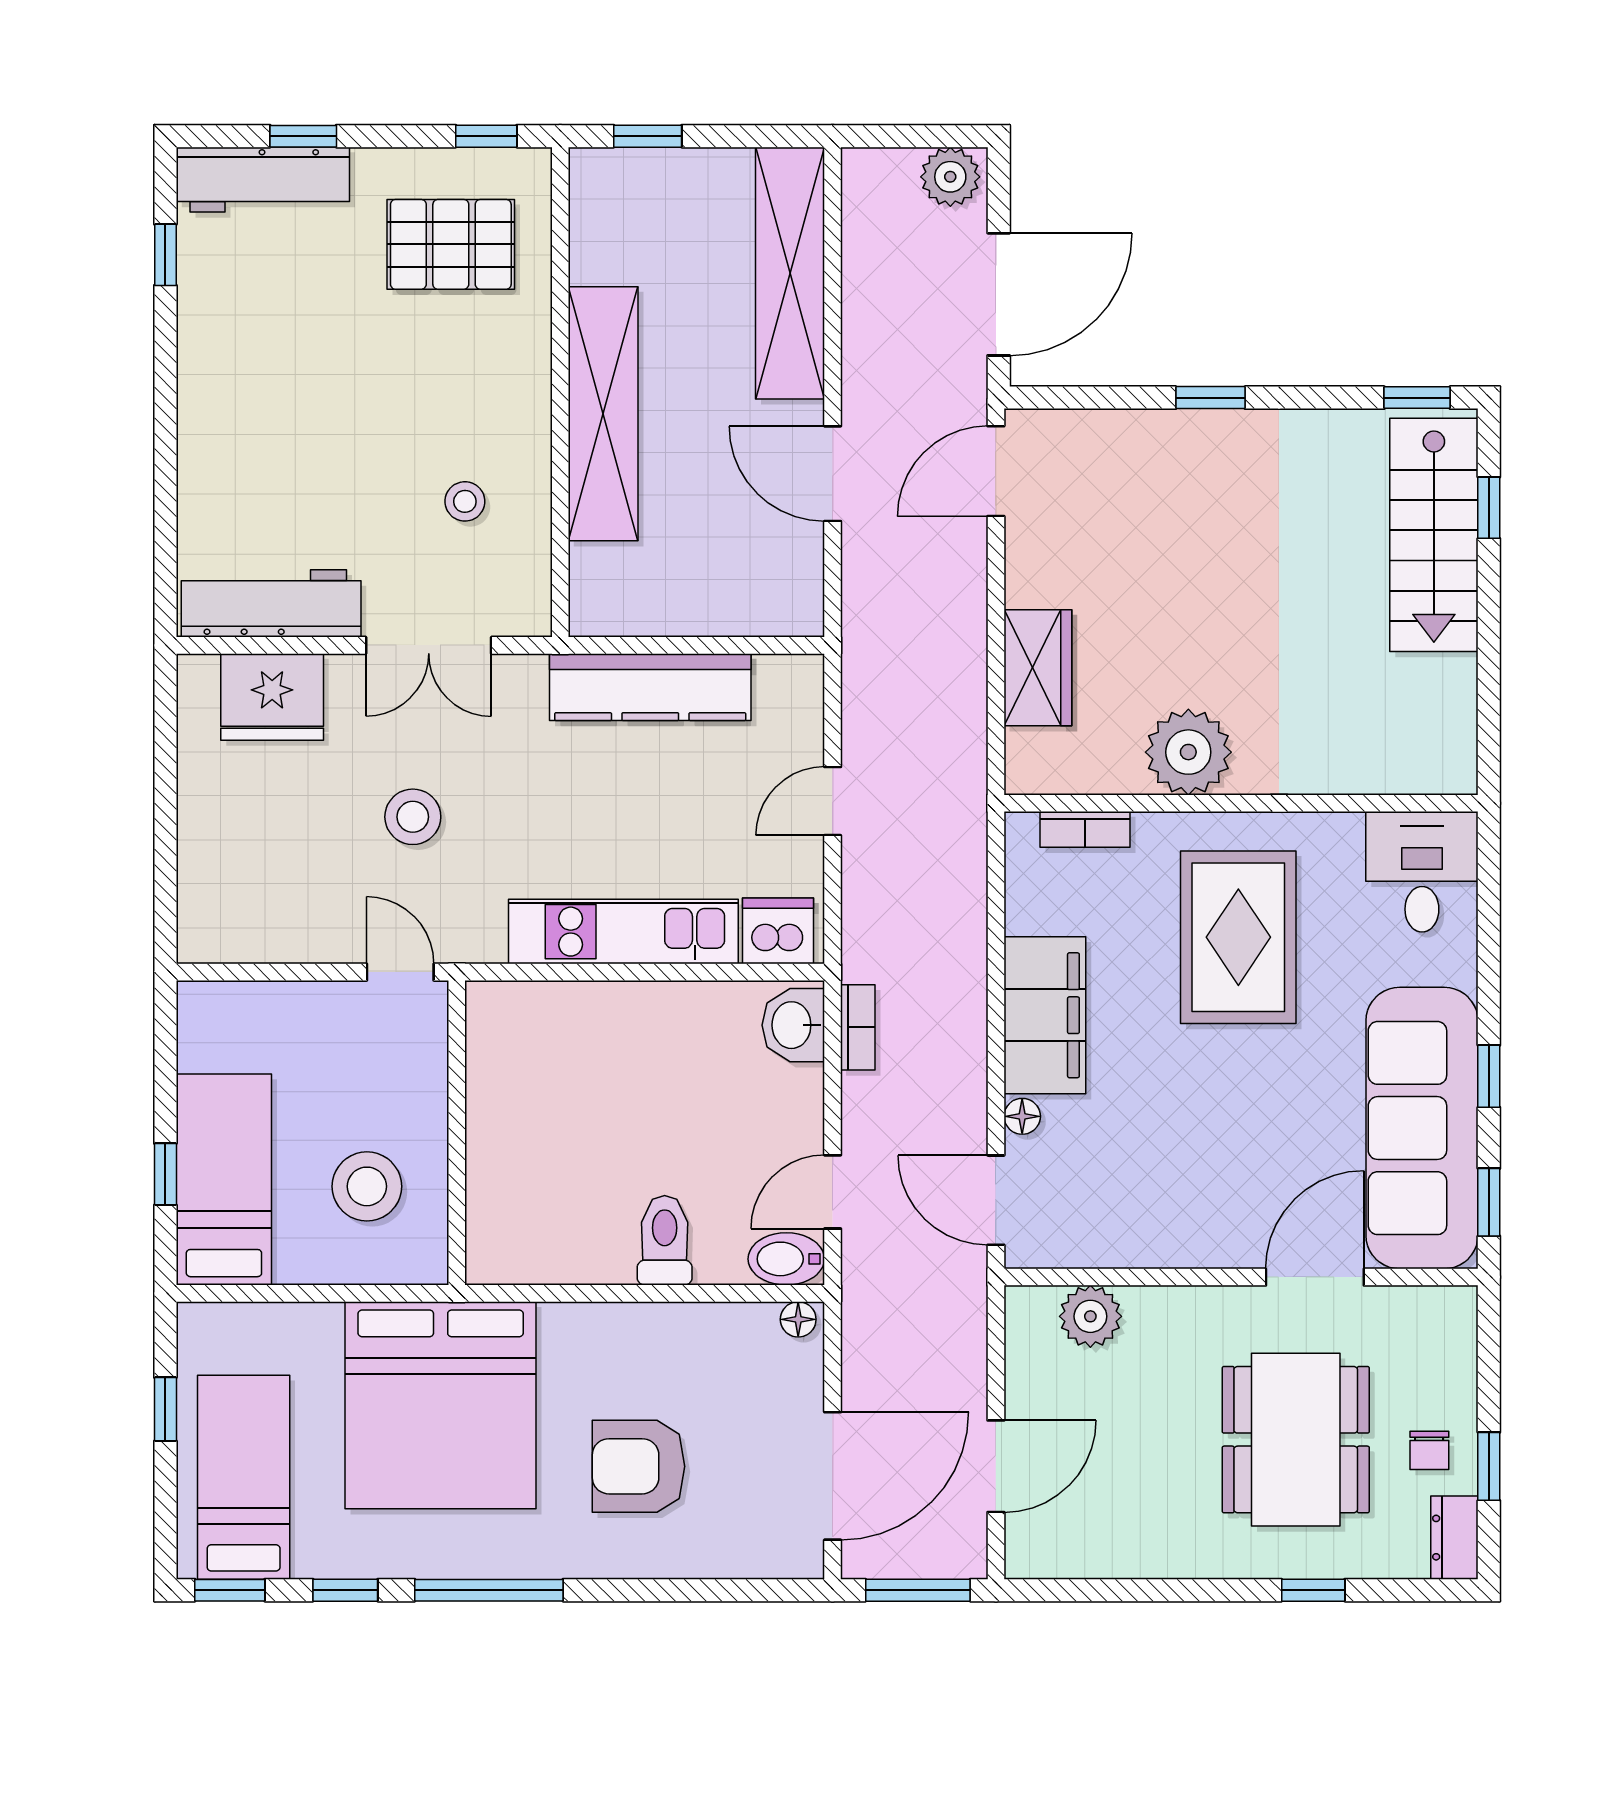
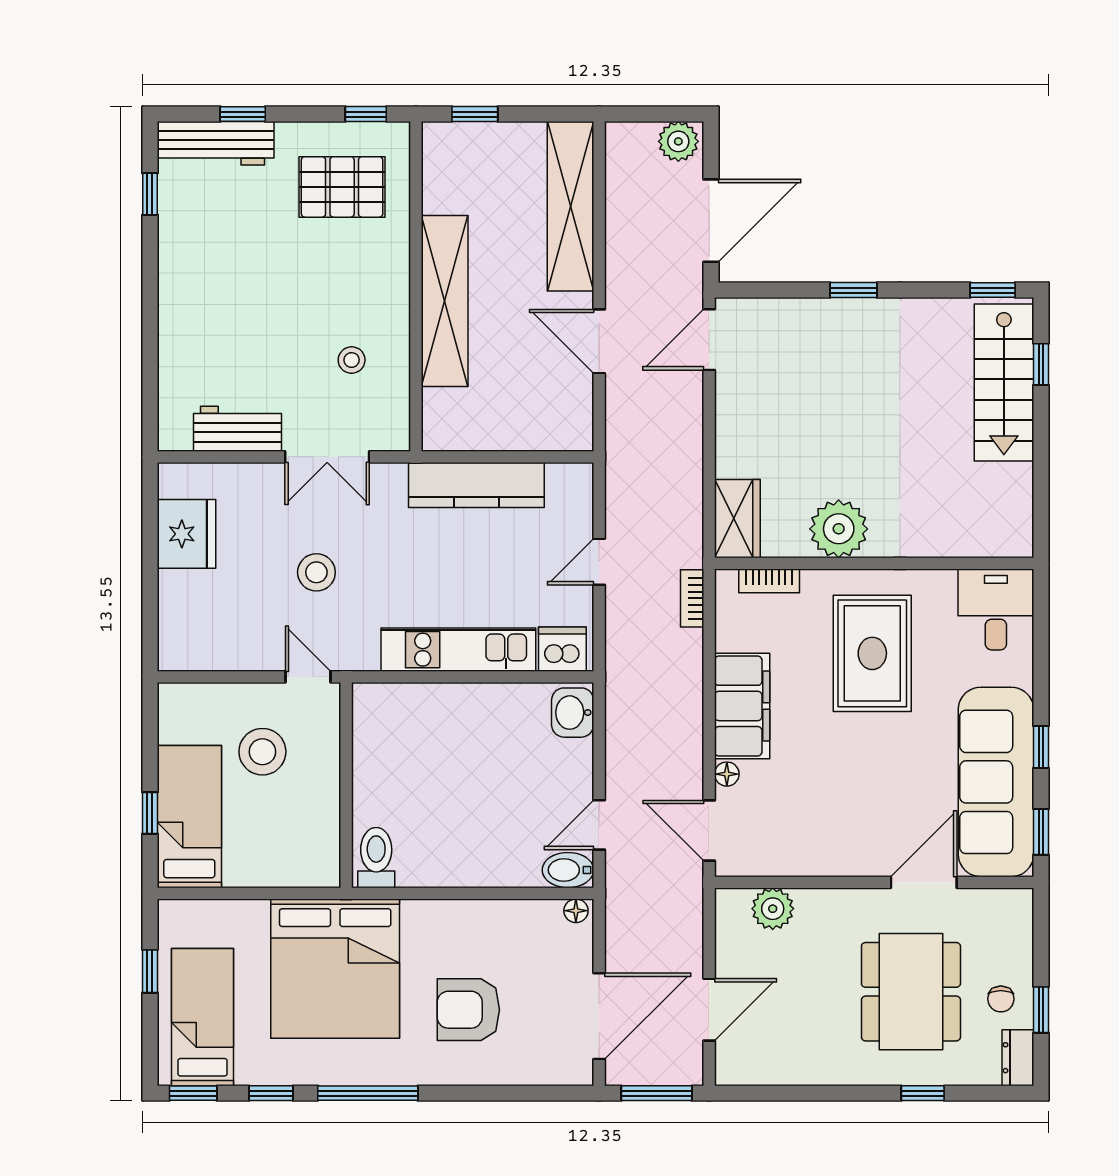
workbench: (271, 603) -> (237, 429), width x0.73
wardrobe: (1038, 668) -> (737, 519), moved
fridge: (272, 697) -> (186, 534), moved, turned -90
bookcase: (858, 1027) -> (692, 598), moved, turned 180
stool: (367, 1186) -> (262, 752), moved
toilet: (665, 1240) -> (376, 858), moved

